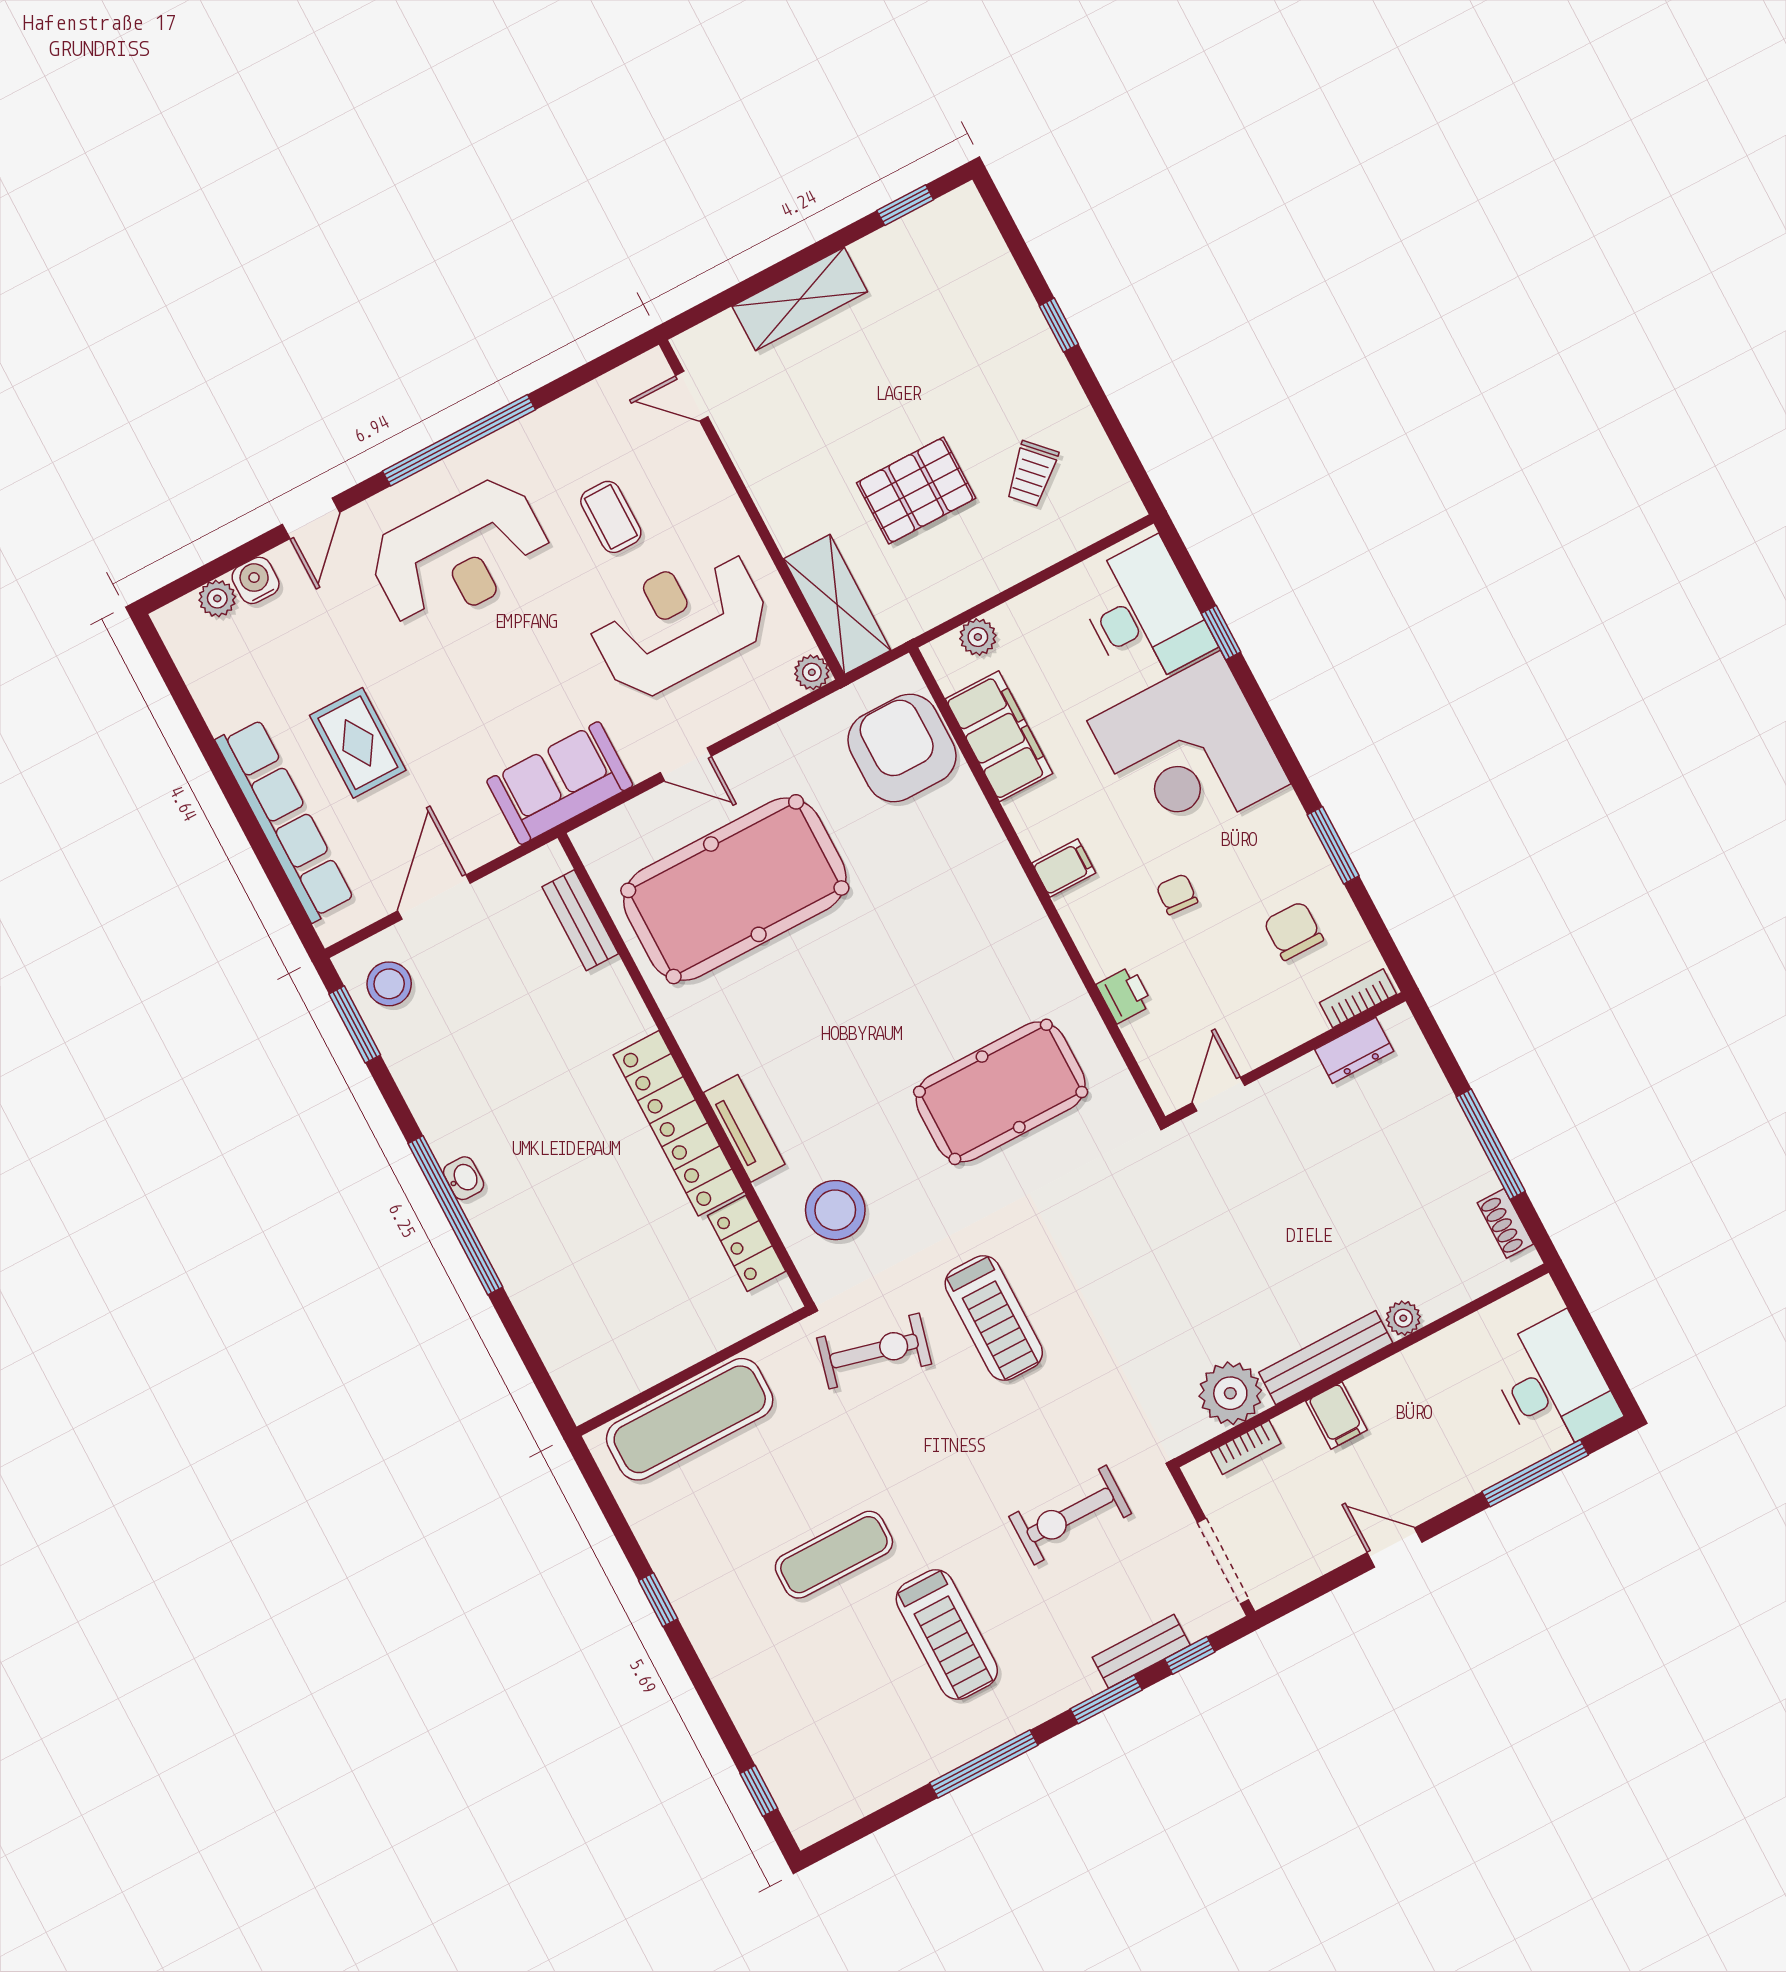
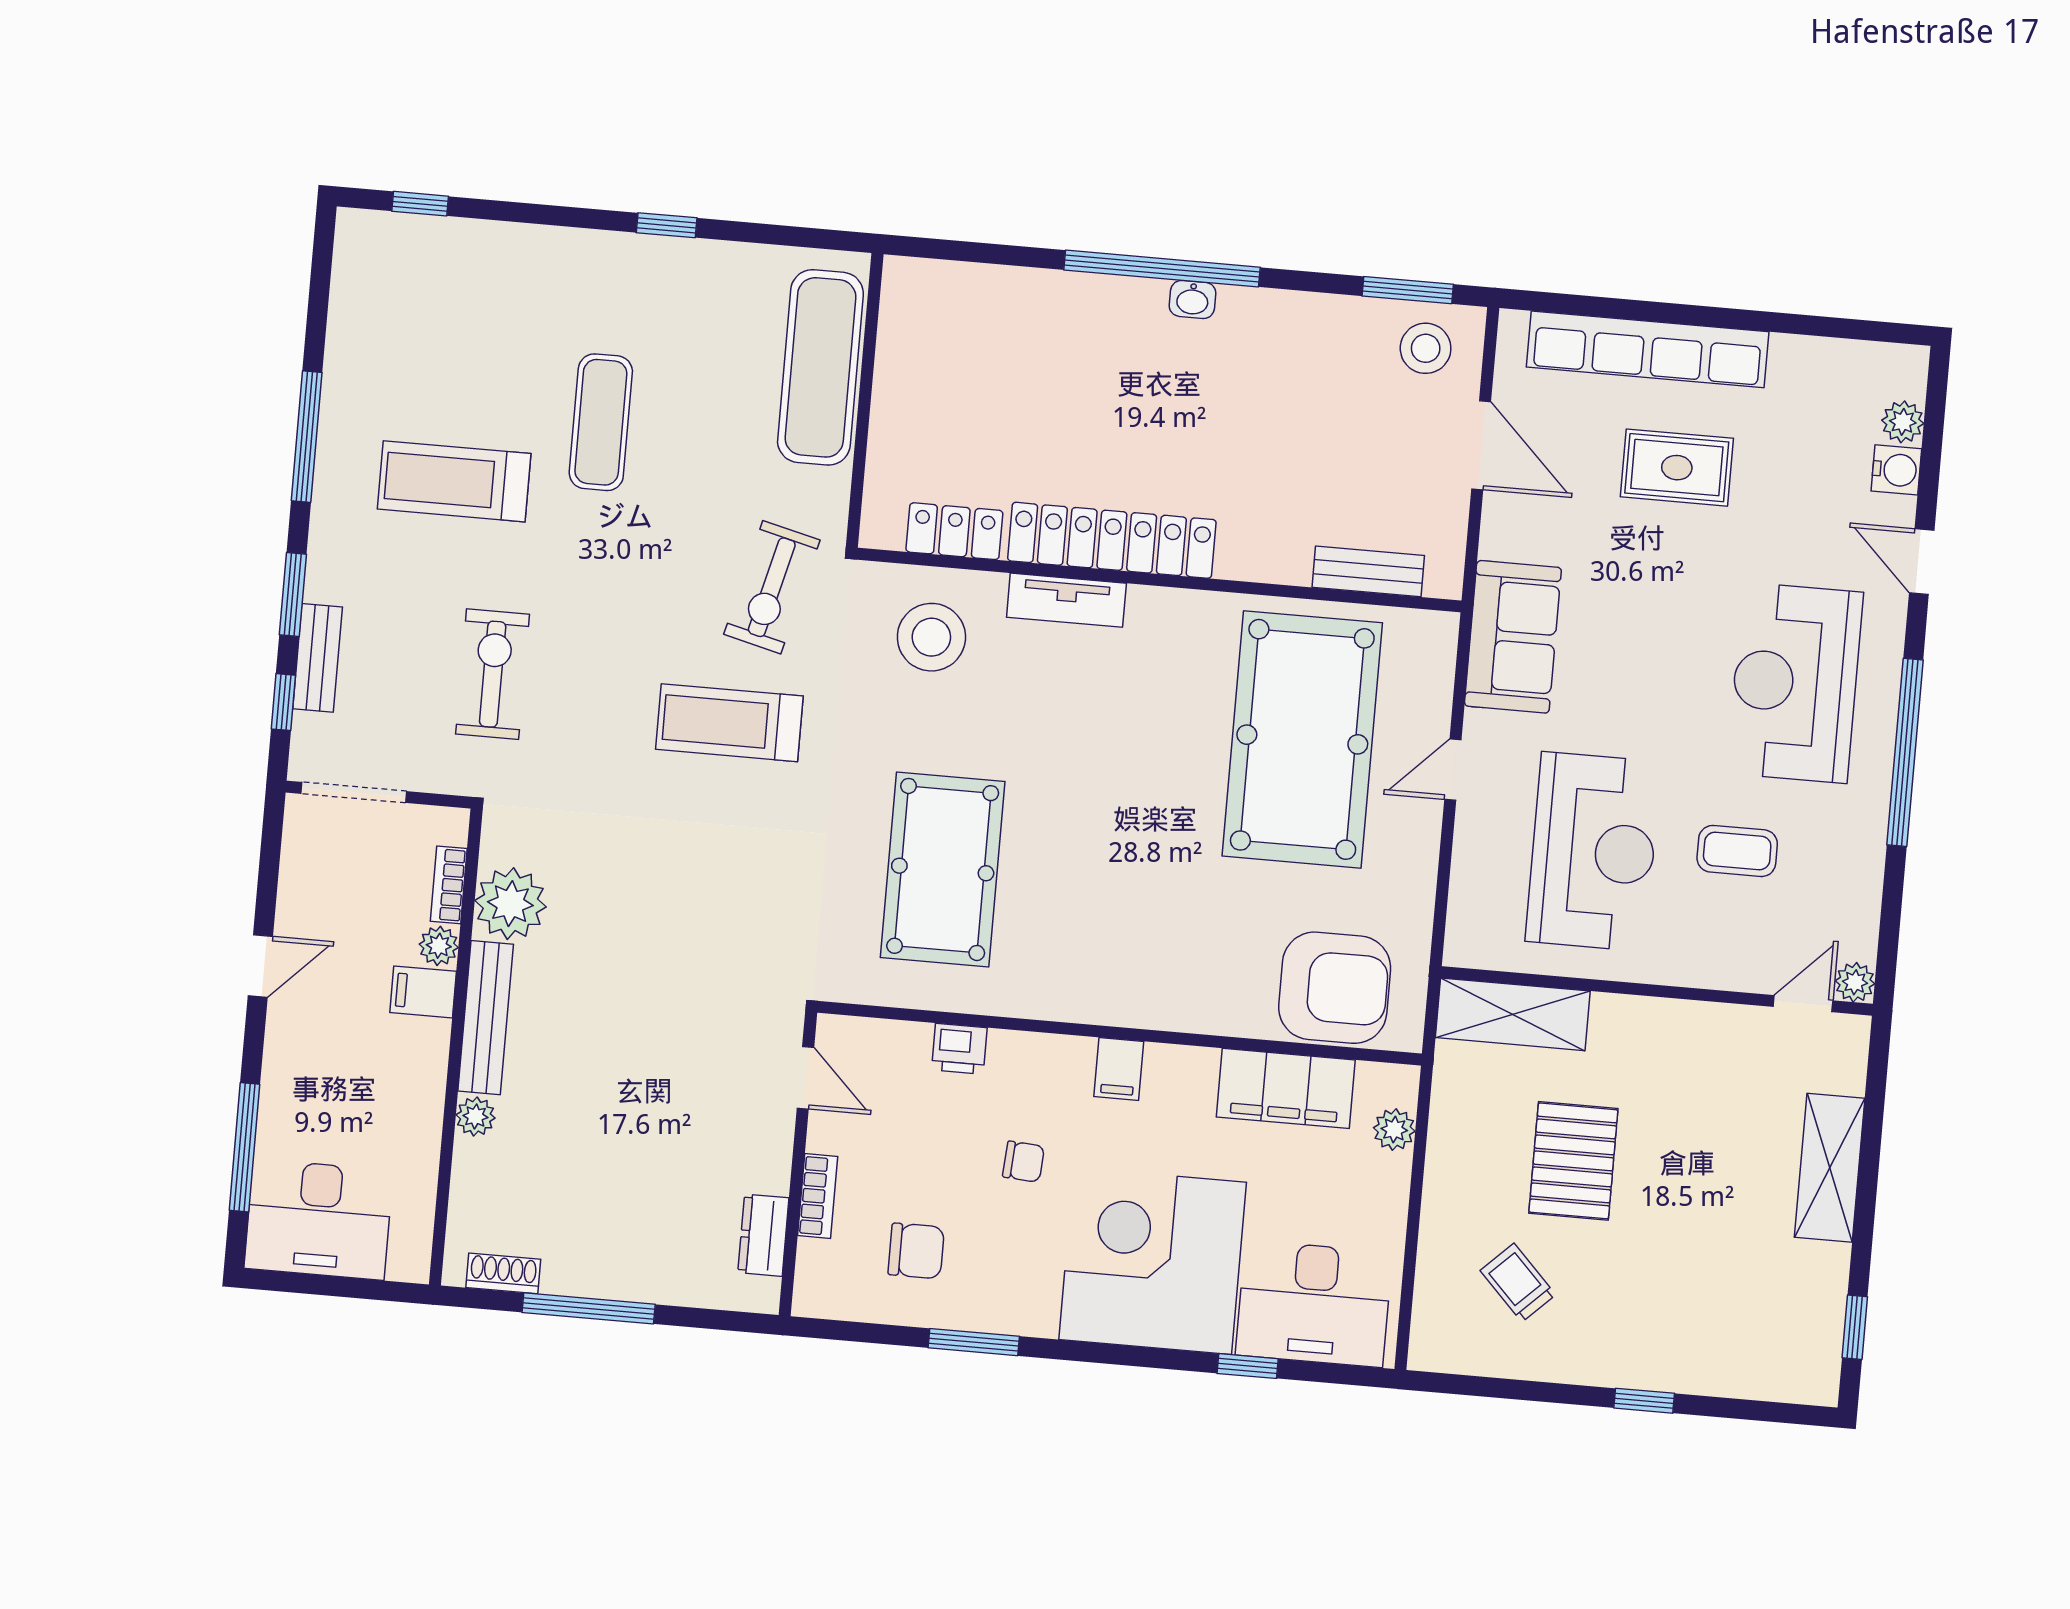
plant: (812, 672) -> (1855, 982), moved
bookcase: (1358, 998) -> (818, 1196), moved
plant: (1295, 1426) -> (439, 946), added

